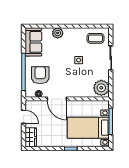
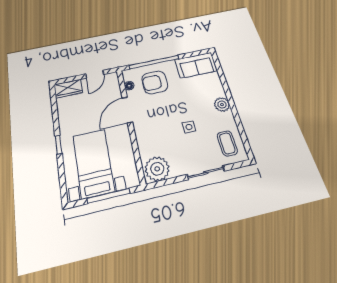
plant: (58, 33) -> (222, 104), moved
armchair: (40, 75) -> (155, 82), turned 180

